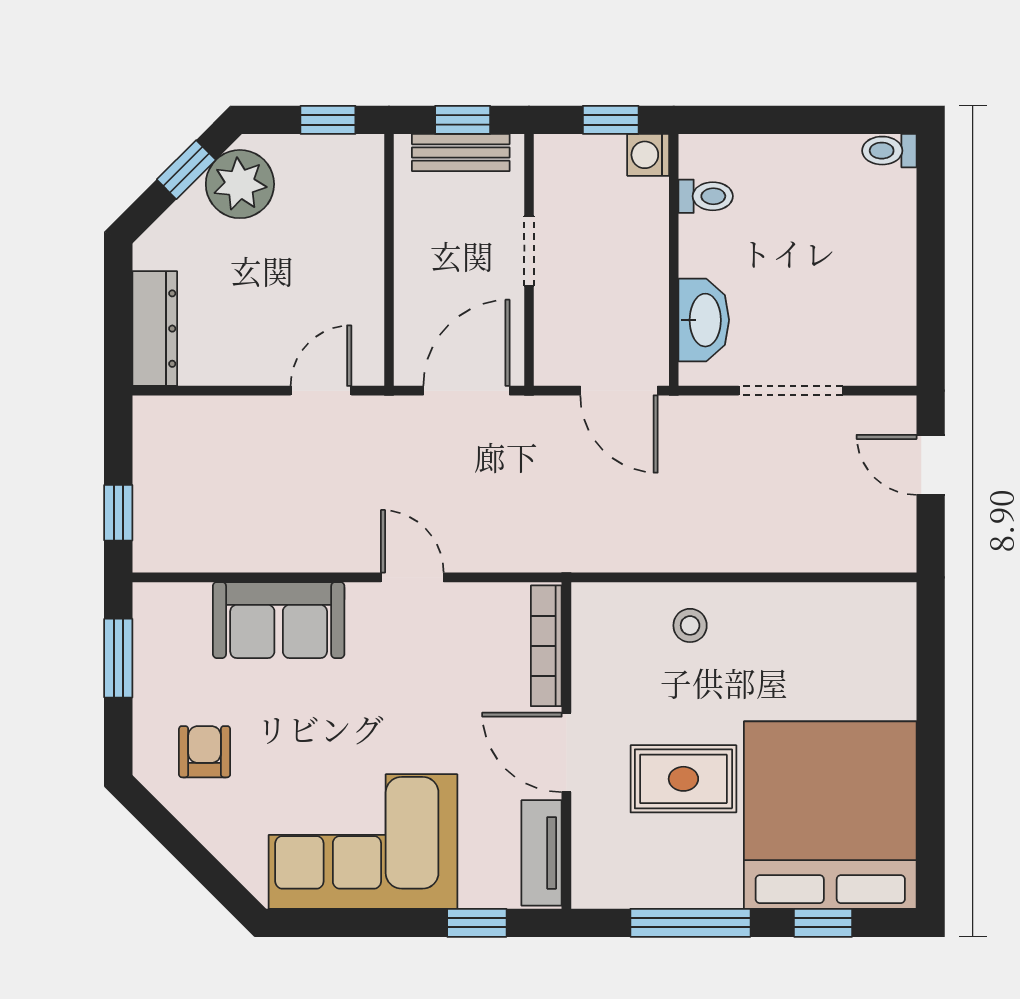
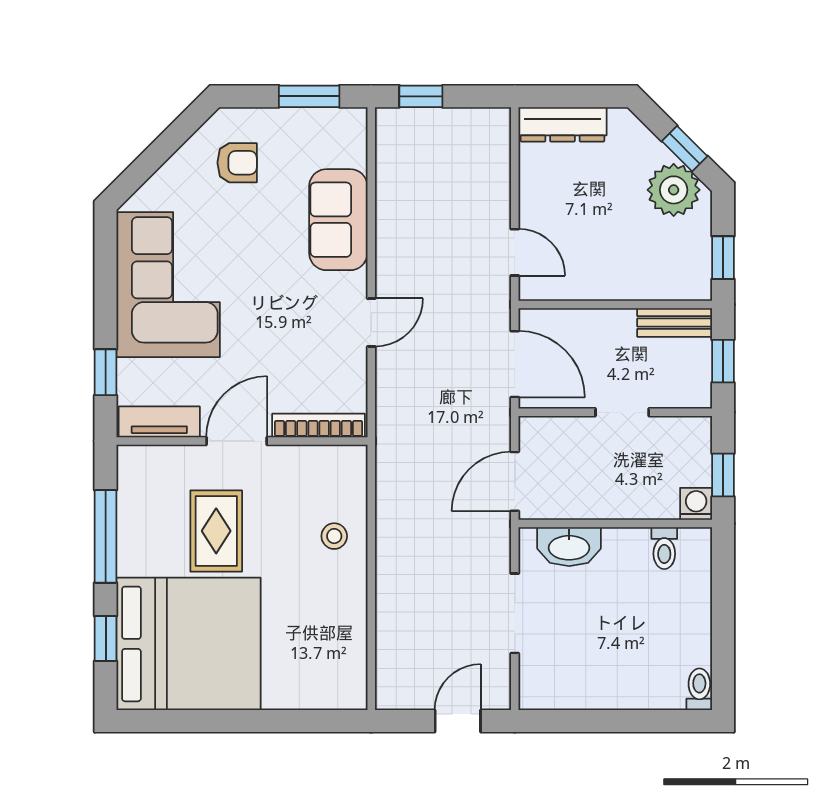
bench: (461, 153) -> (675, 323), moved, turned 90

